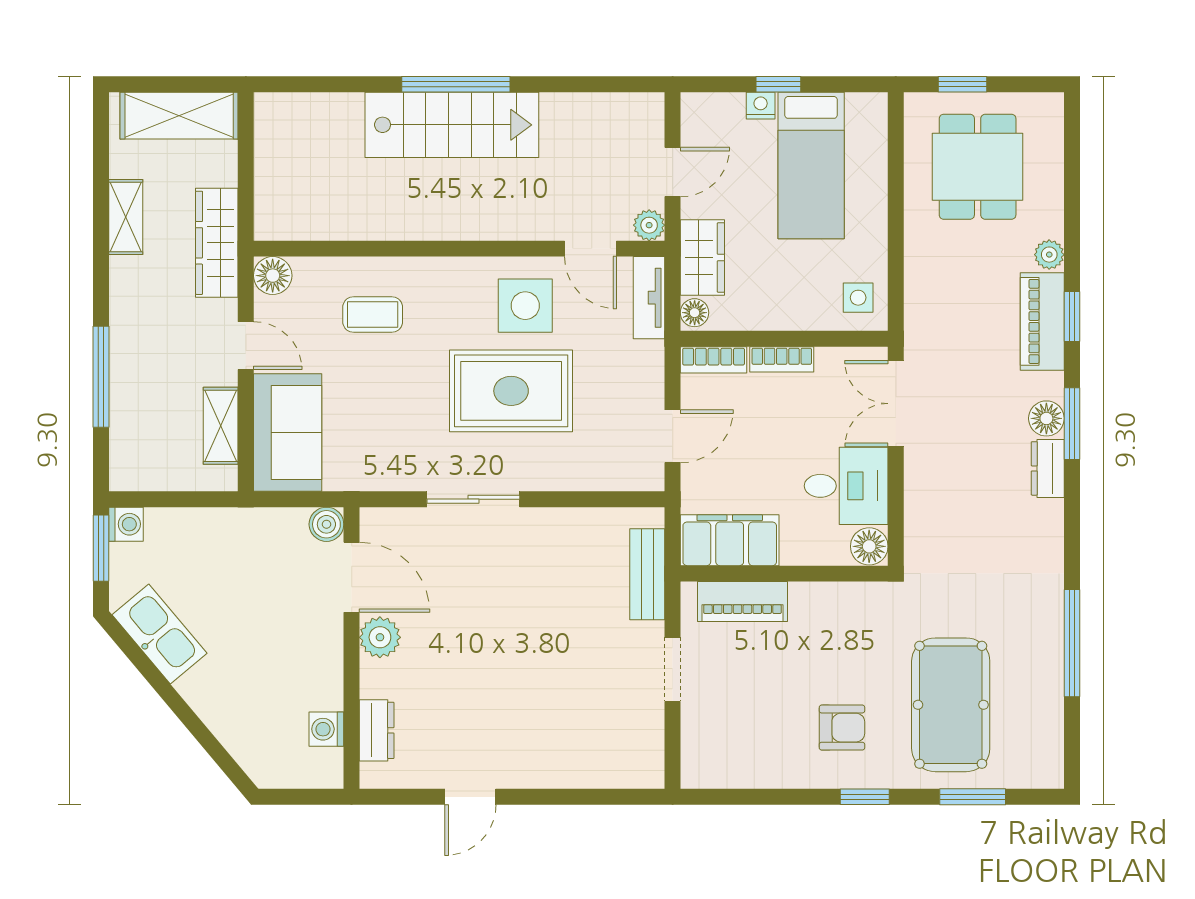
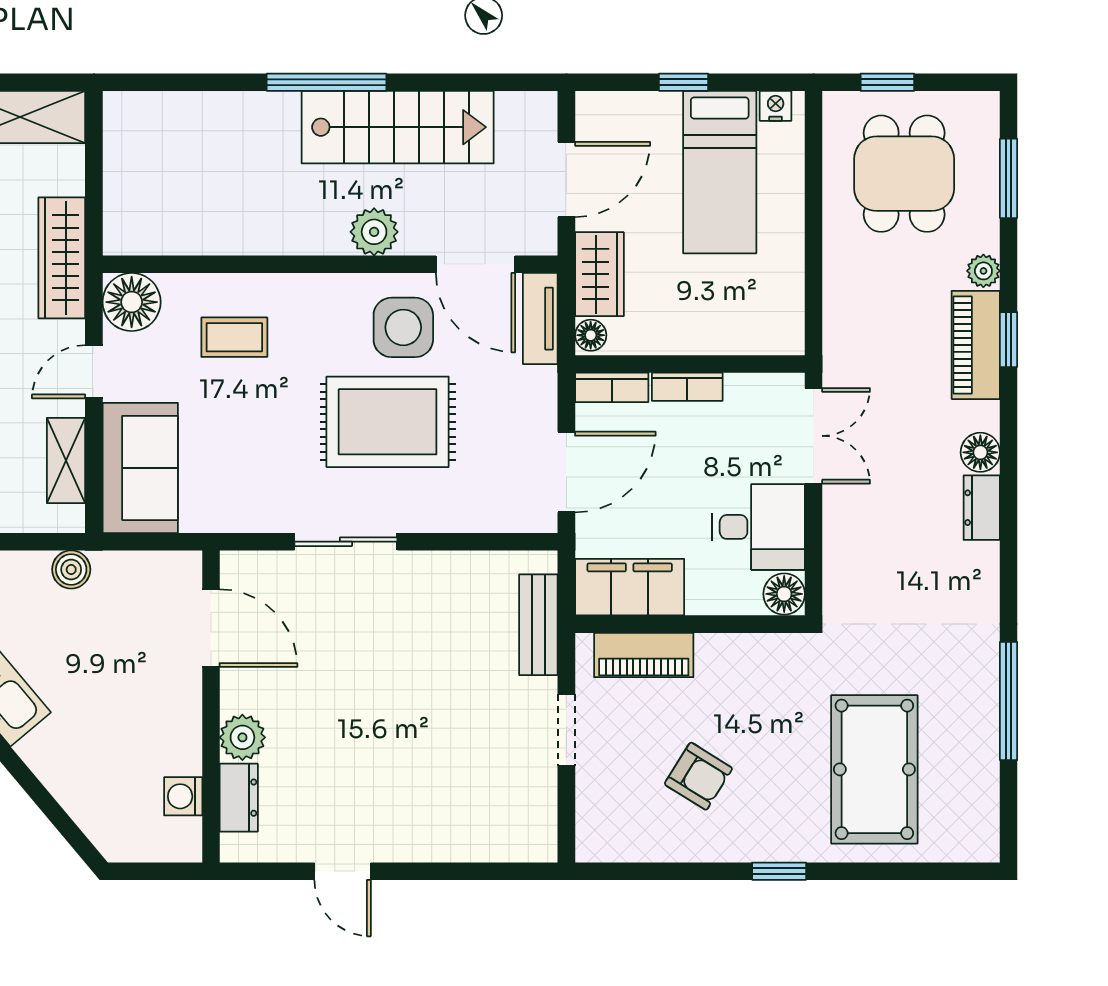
nightstand: (761, 106) -> (776, 106), moved
stairs: (452, 125) -> (398, 127), moved
door: (673, 172) -> (566, 180), width x1.38
plant: (649, 225) -> (374, 232), moved, width x1.38, depth x1.38
door: (590, 249) -> (476, 264), width x1.38
floor lamp: (273, 276) -> (132, 302), width x1.38, depth x1.38
side table: (858, 298) -> (772, 319), removed
door: (246, 346) -> (94, 372), swing flipped
double door: (896, 404) -> (813, 436), swing flipped
window: (1072, 424) -> (1009, 178), moved
door: (673, 436) -> (566, 472), width x1.38
boiler: (326, 524) -> (71, 569), moved
plant: (380, 637) -> (242, 737), moved
armchair: (842, 728) -> (698, 776), moved, turned 32
door: (470, 797) -> (343, 871), hinge flipped
window: (973, 797) -> (899, 871), removed

